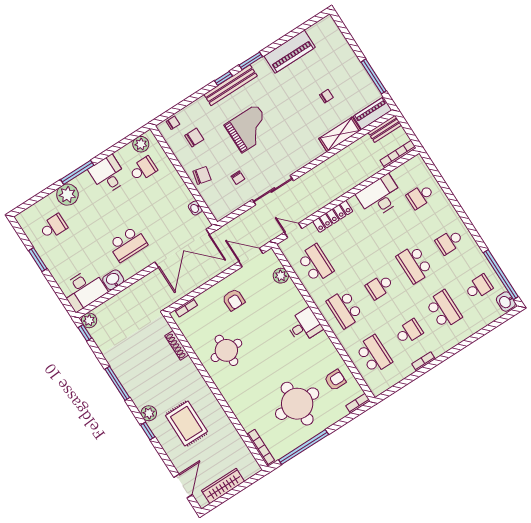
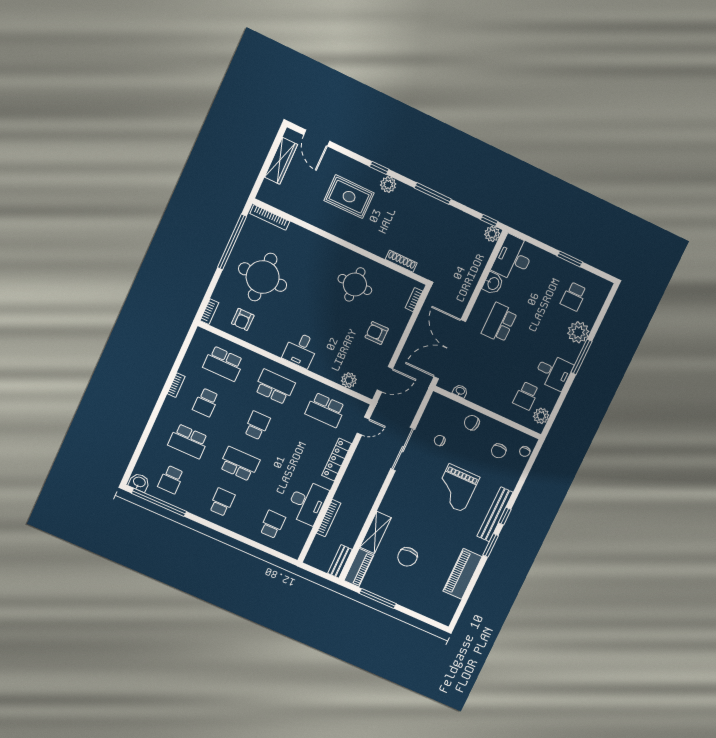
chair: (326, 96) -> (407, 557), width x1.87, depth x1.87
bookcase: (398, 154) -> (329, 518), moved
chair: (202, 175) -> (472, 423), turned 84

